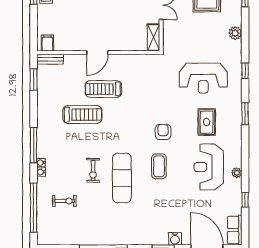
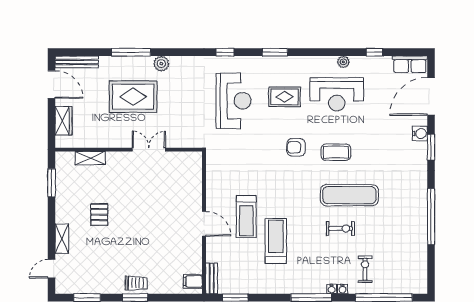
plant: (235, 33) -> (161, 64), moved
shelving: (153, 37) -> (186, 158), removed
exercise bike: (65, 201) -> (365, 269), moved

